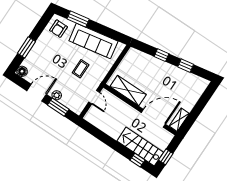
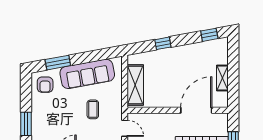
window: (186, 66) -> (209, 35), moved
shelving: (128, 91) -> (135, 85), moved, turned 90
shelving: (179, 120) -> (222, 78), moved

